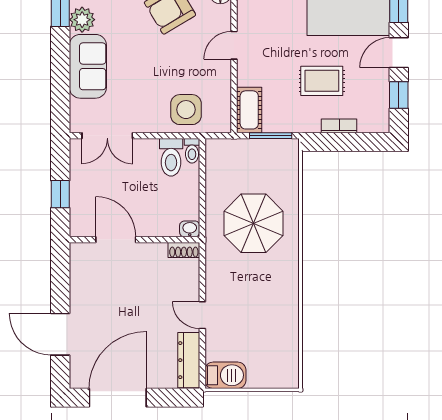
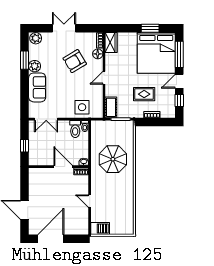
door: (116, 240) -> (63, 167), moved
dresser: (189, 360) -> (83, 222), removed

